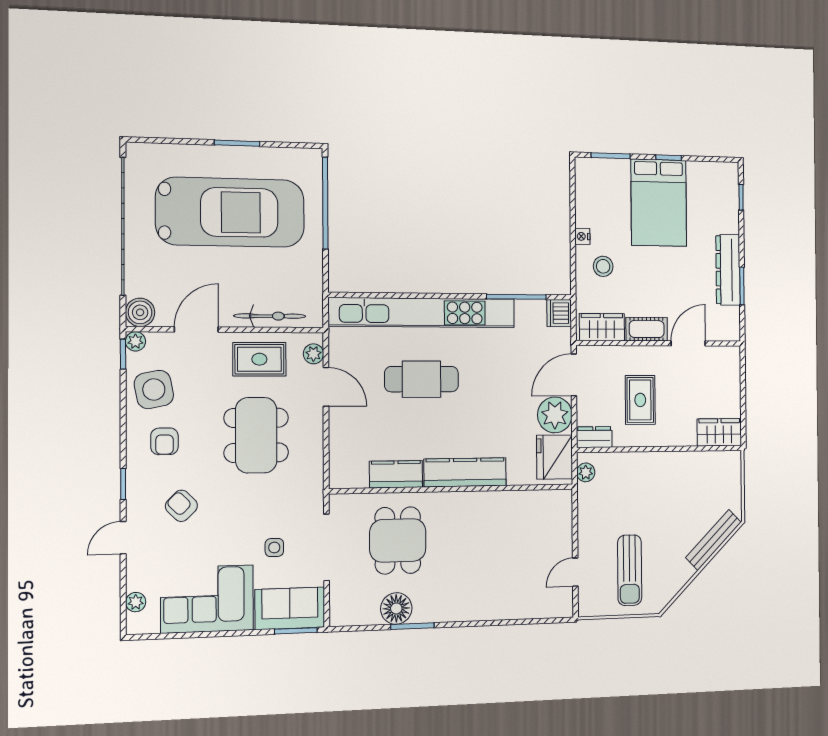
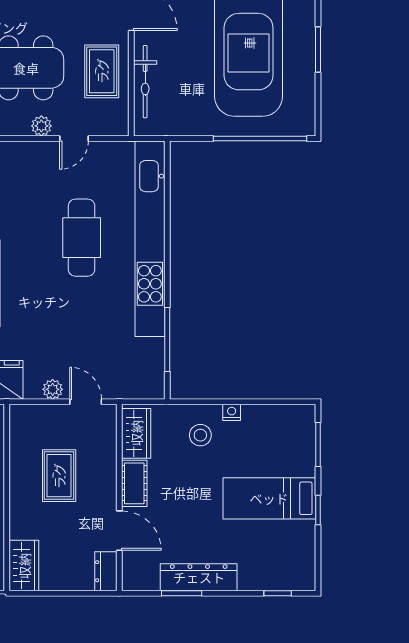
bed: (659, 203) -> (269, 498), width x0.67
dishwasher: (559, 313) -> (150, 386), removed
plant: (313, 354) -> (41, 126), moved
door: (574, 375) -> (86, 402), width x0.73
door: (326, 387) -> (74, 138), width x0.73
rug: (640, 400) -> (59, 476), turned 90
plant: (555, 415) -> (53, 389), width x0.53, depth x0.53
dresser: (594, 437) -> (106, 571), moved, turned 180

